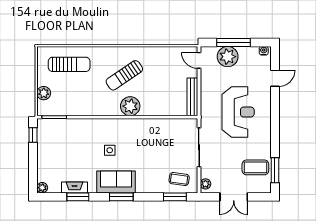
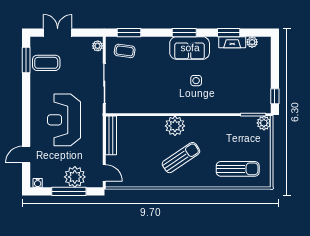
sun lounger: (69, 64) -> (238, 169), turned 180
plant: (44, 93) -> (264, 123), moved
plant: (42, 188) -> (252, 42), moved
double door: (234, 197) -> (58, 33), moved

